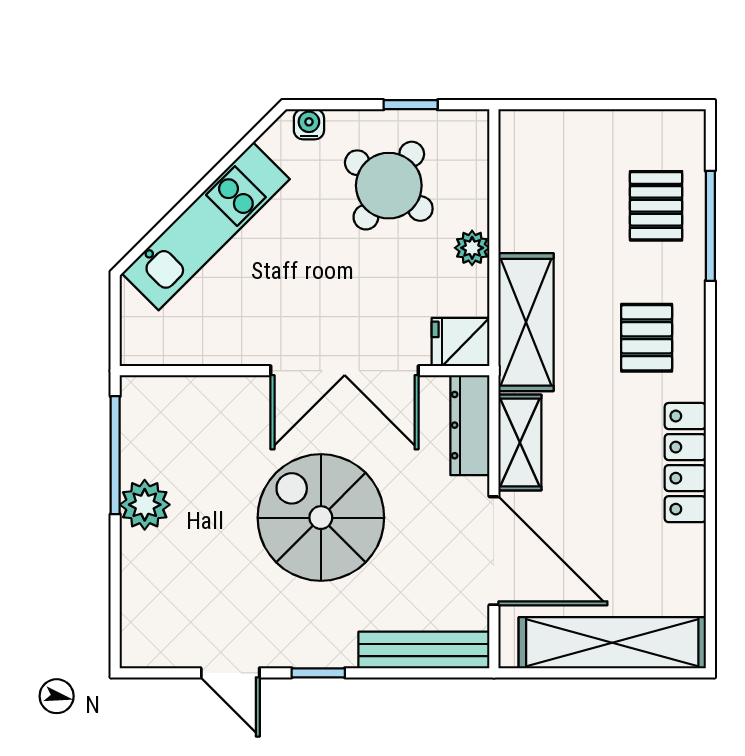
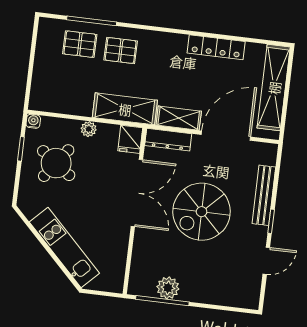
water cooler: (309, 124) -> (33, 121), moved, turned 90
pallet: (647, 338) -> (121, 50), moved
locker: (685, 463) -> (216, 47), moved
plant: (145, 505) -> (168, 288), moved
bench: (424, 650) -> (264, 195), moved

